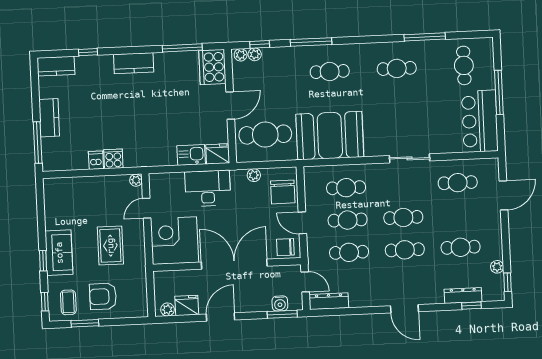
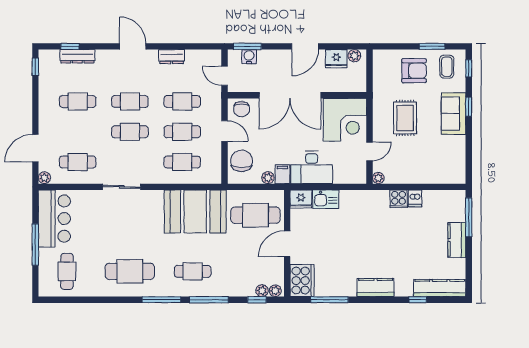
window: (425, 37) -> (161, 300), moved
kitchen counter: (56, 66) -> (440, 288), width x1.50
cafe table: (397, 68) -> (130, 271), width x1.37, depth x1.35
filing cabinet: (239, 180) -> (282, 174), added
chair: (285, 247) -> (242, 109), turned 90
plant: (497, 267) -> (44, 178), moved
dresser: (329, 301) -> (172, 57), moved, width x0.70

